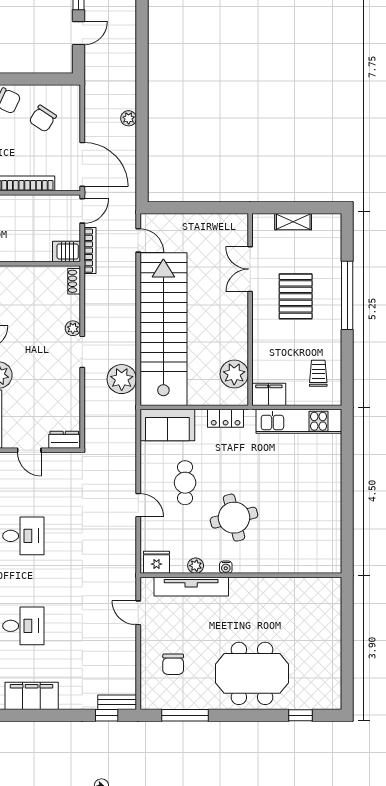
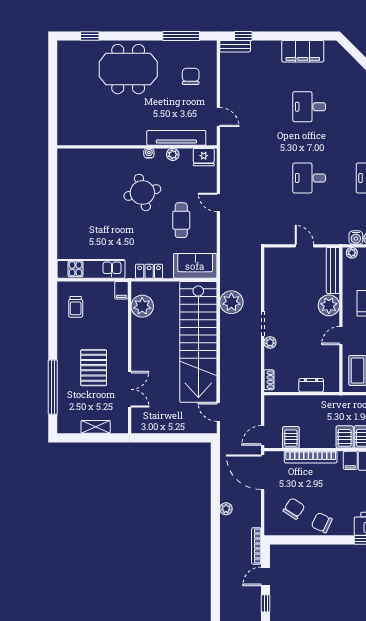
server rack: (67, 251) -> (291, 437), moved, turned -90
bookcase: (90, 251) -> (256, 546), moved
window: (347, 295) -> (53, 387), moved
filing cabinet: (269, 394) -> (121, 290), width x0.50
dresser: (64, 440) -> (311, 385), moved, turned 180

